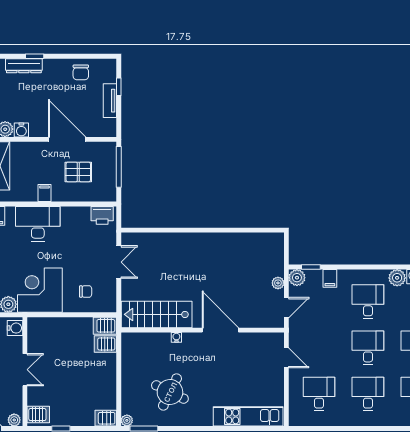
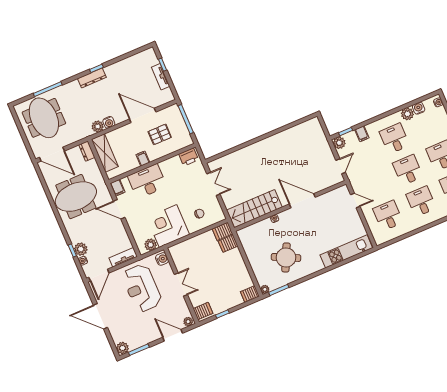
chair: (81, 72) -> (133, 66), removed
plant: (278, 283) -> (328, 152), removed

